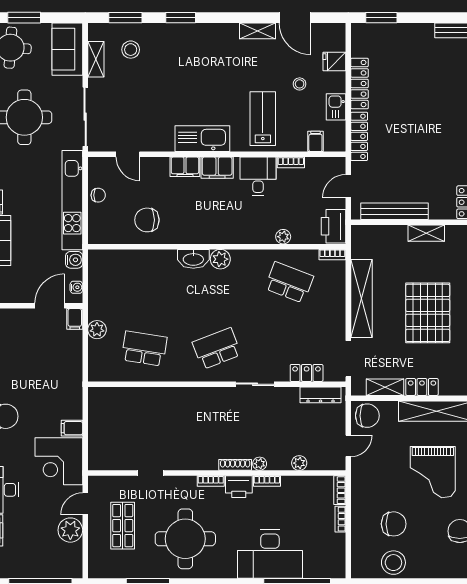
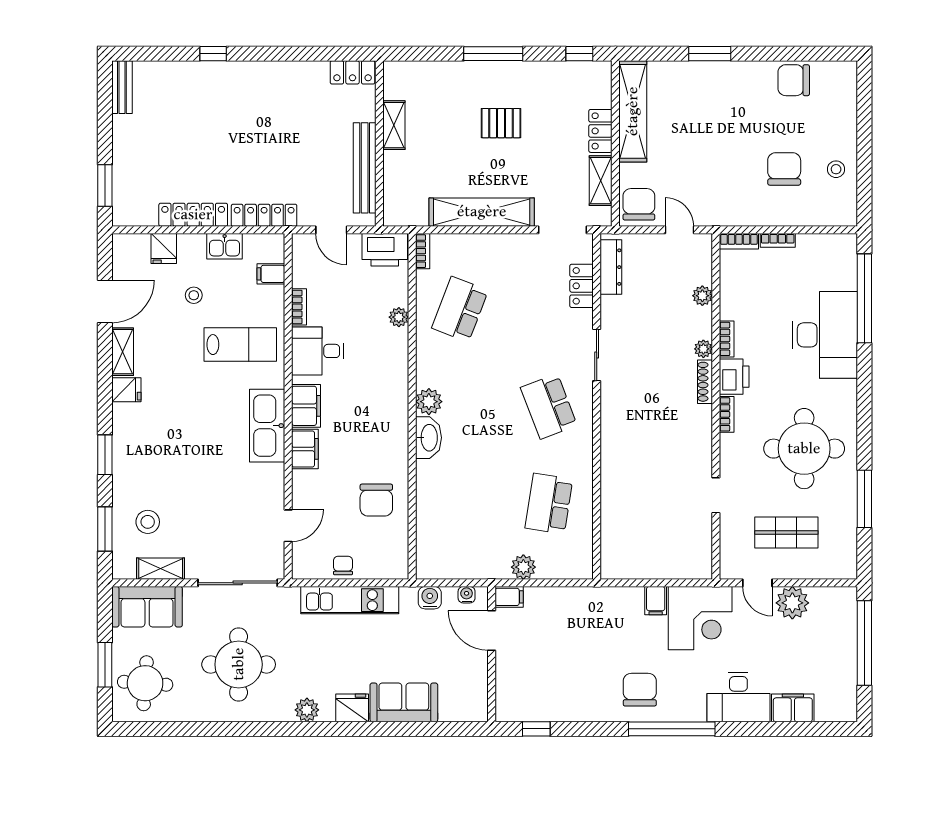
fridge: (229, 34) -> (126, 390), added
lab bench: (263, 119) -> (240, 345), turned 180
kitchen unit: (72, 200) -> (350, 600), width x0.73
pallet: (428, 313) -> (501, 123), width x0.49, depth x0.50
grand piano: (433, 472) -> (715, 116), removed
stool: (393, 563) -> (836, 169), width x0.53, depth x0.53

